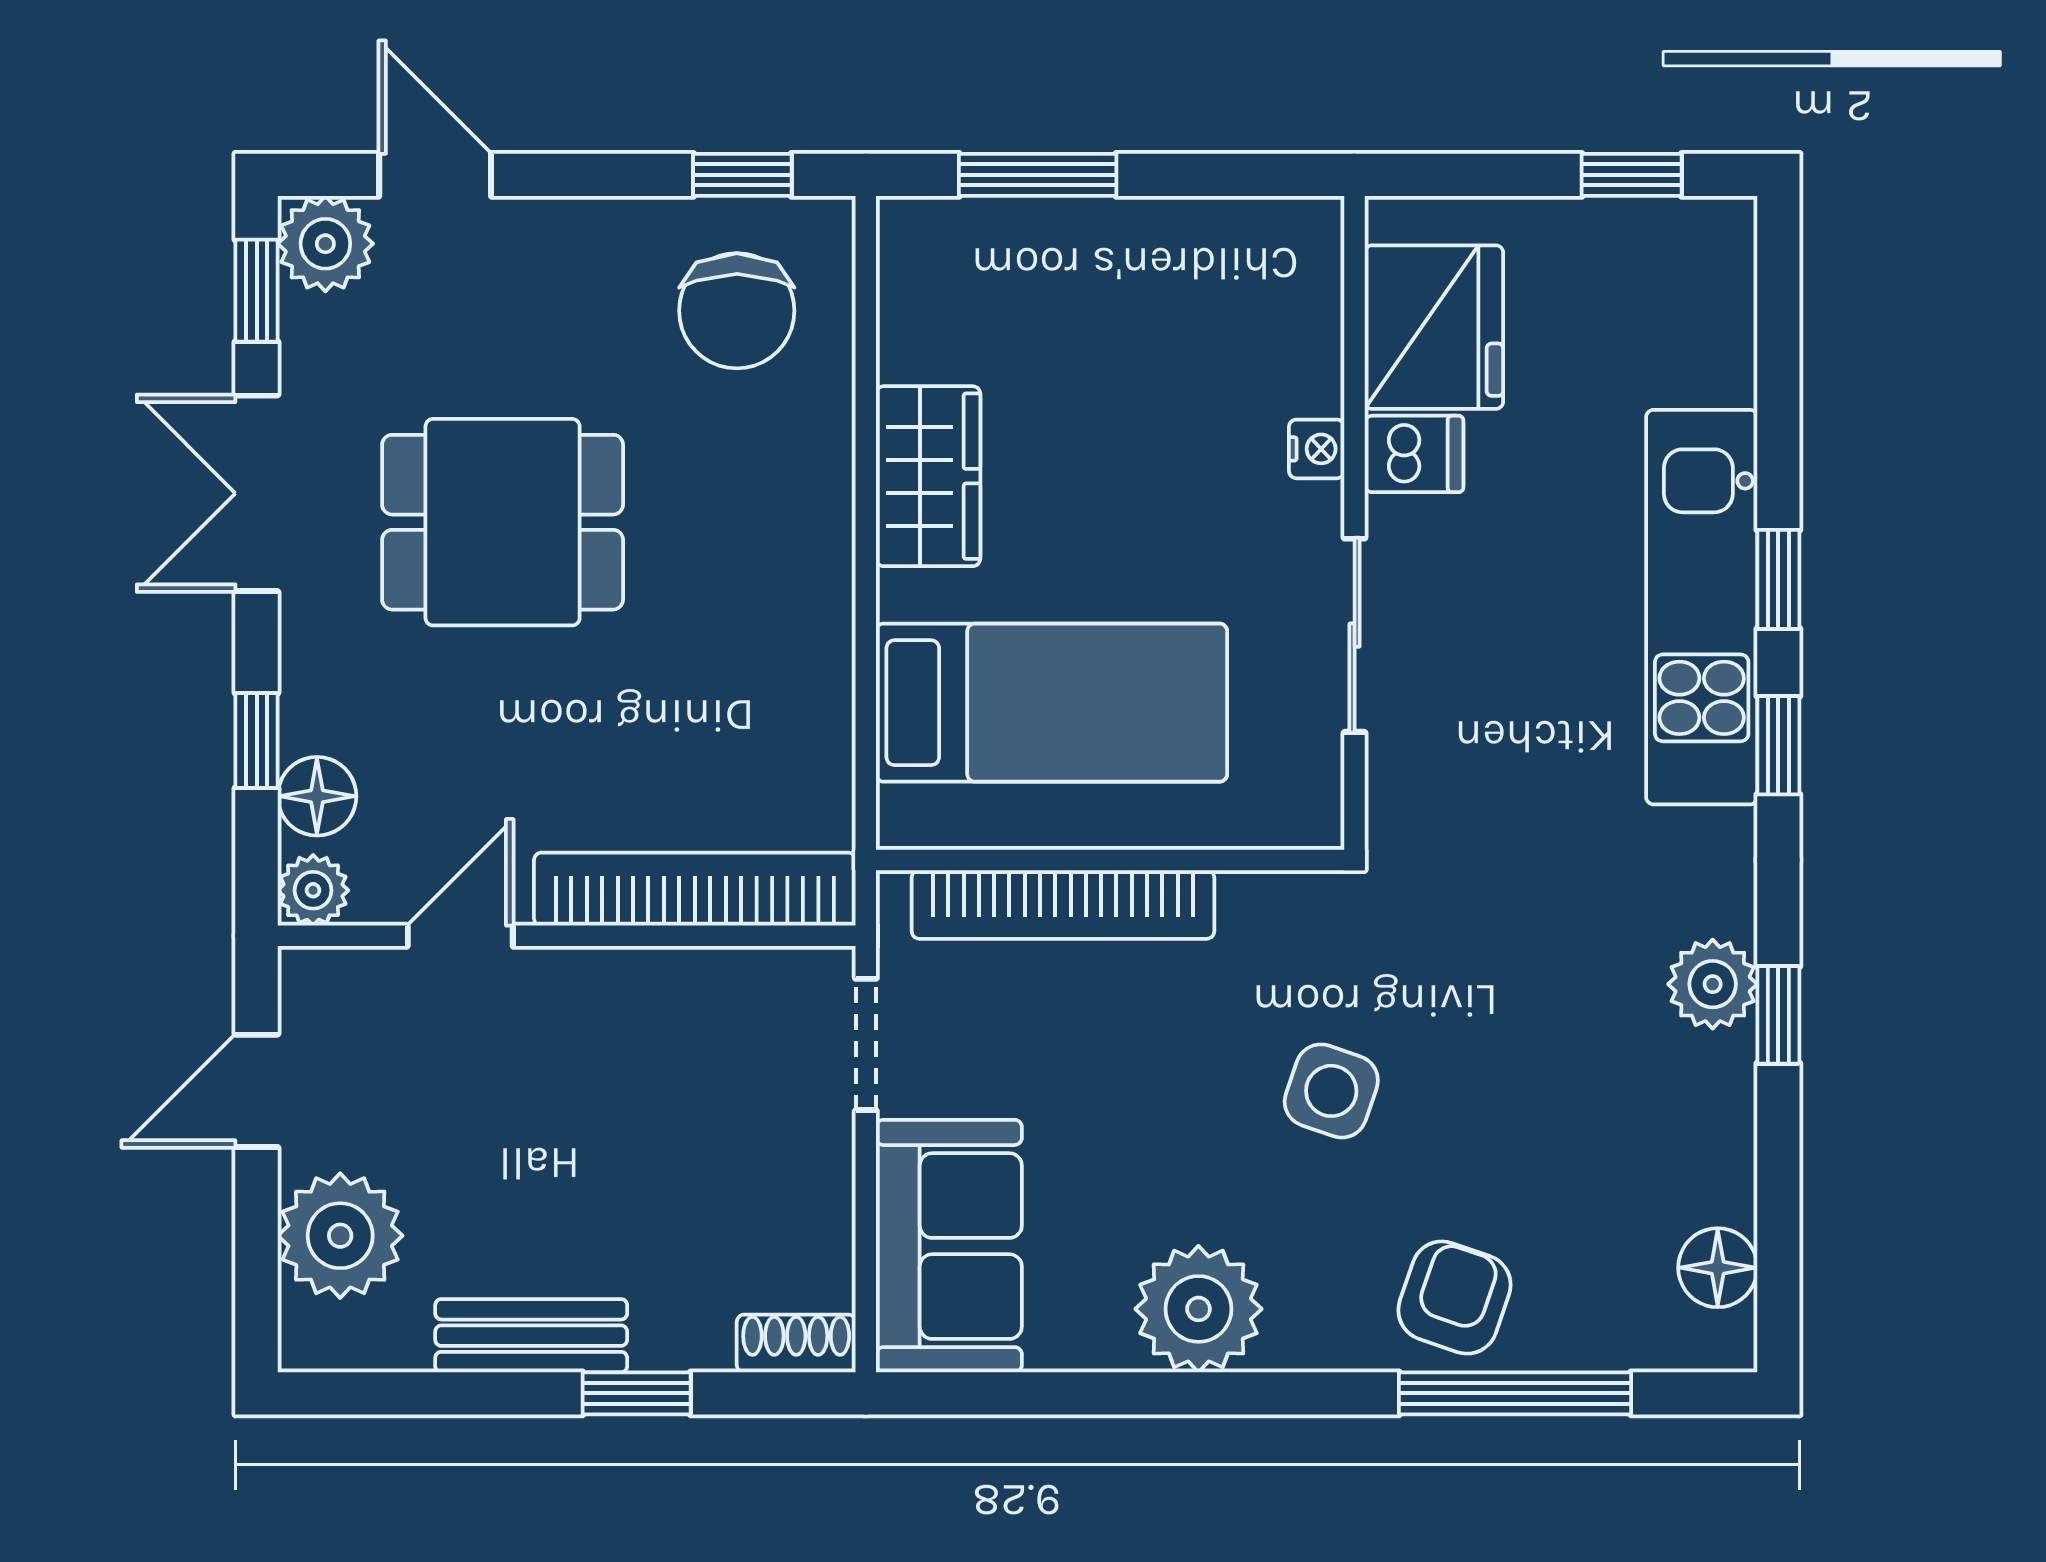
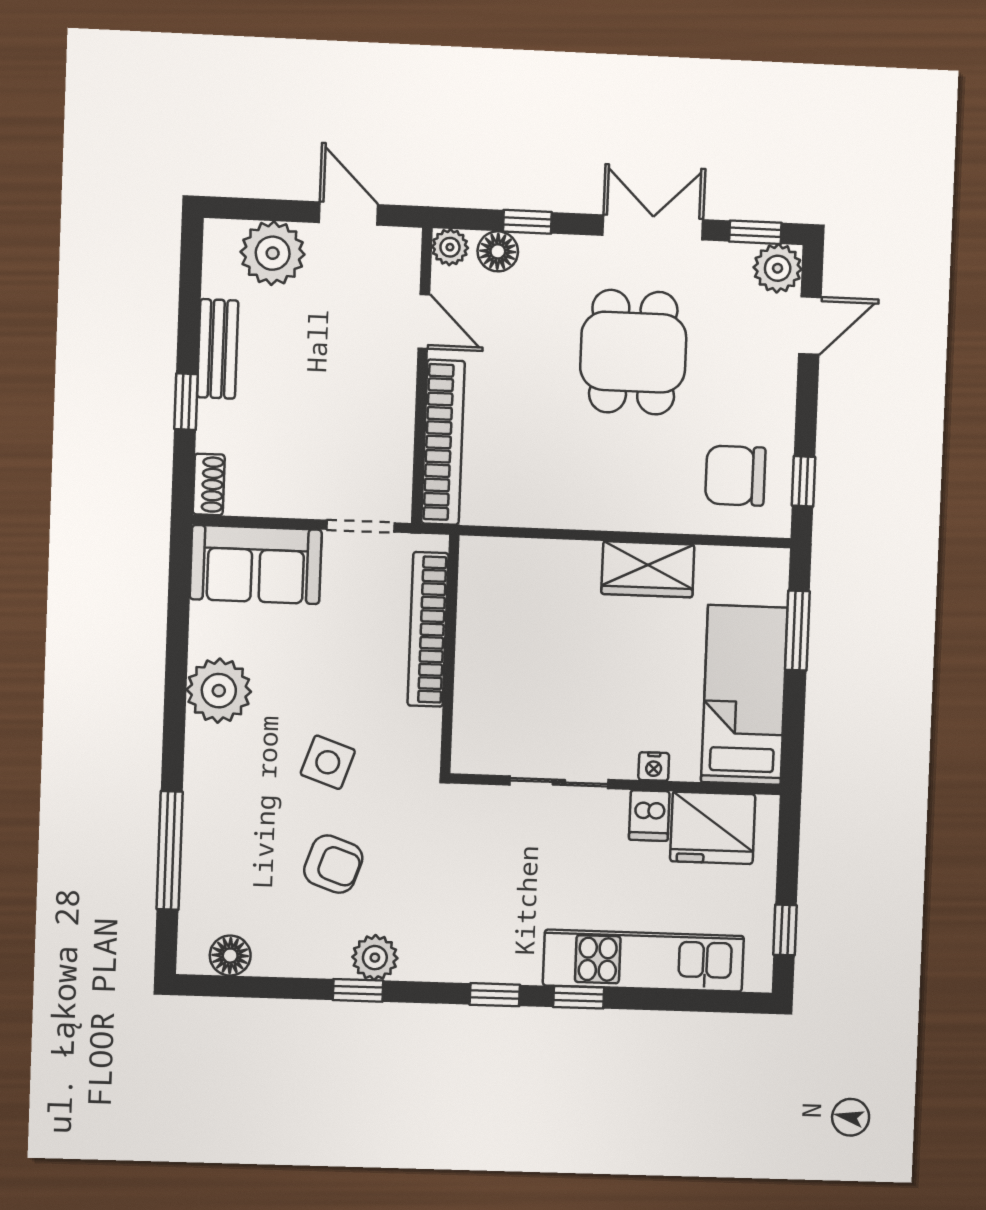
kitchen unit: (1702, 607) -> (643, 961), moved
bed: (1051, 703) -> (744, 695), moved, turned 180
armchair: (1454, 1298) -> (333, 864), moved

